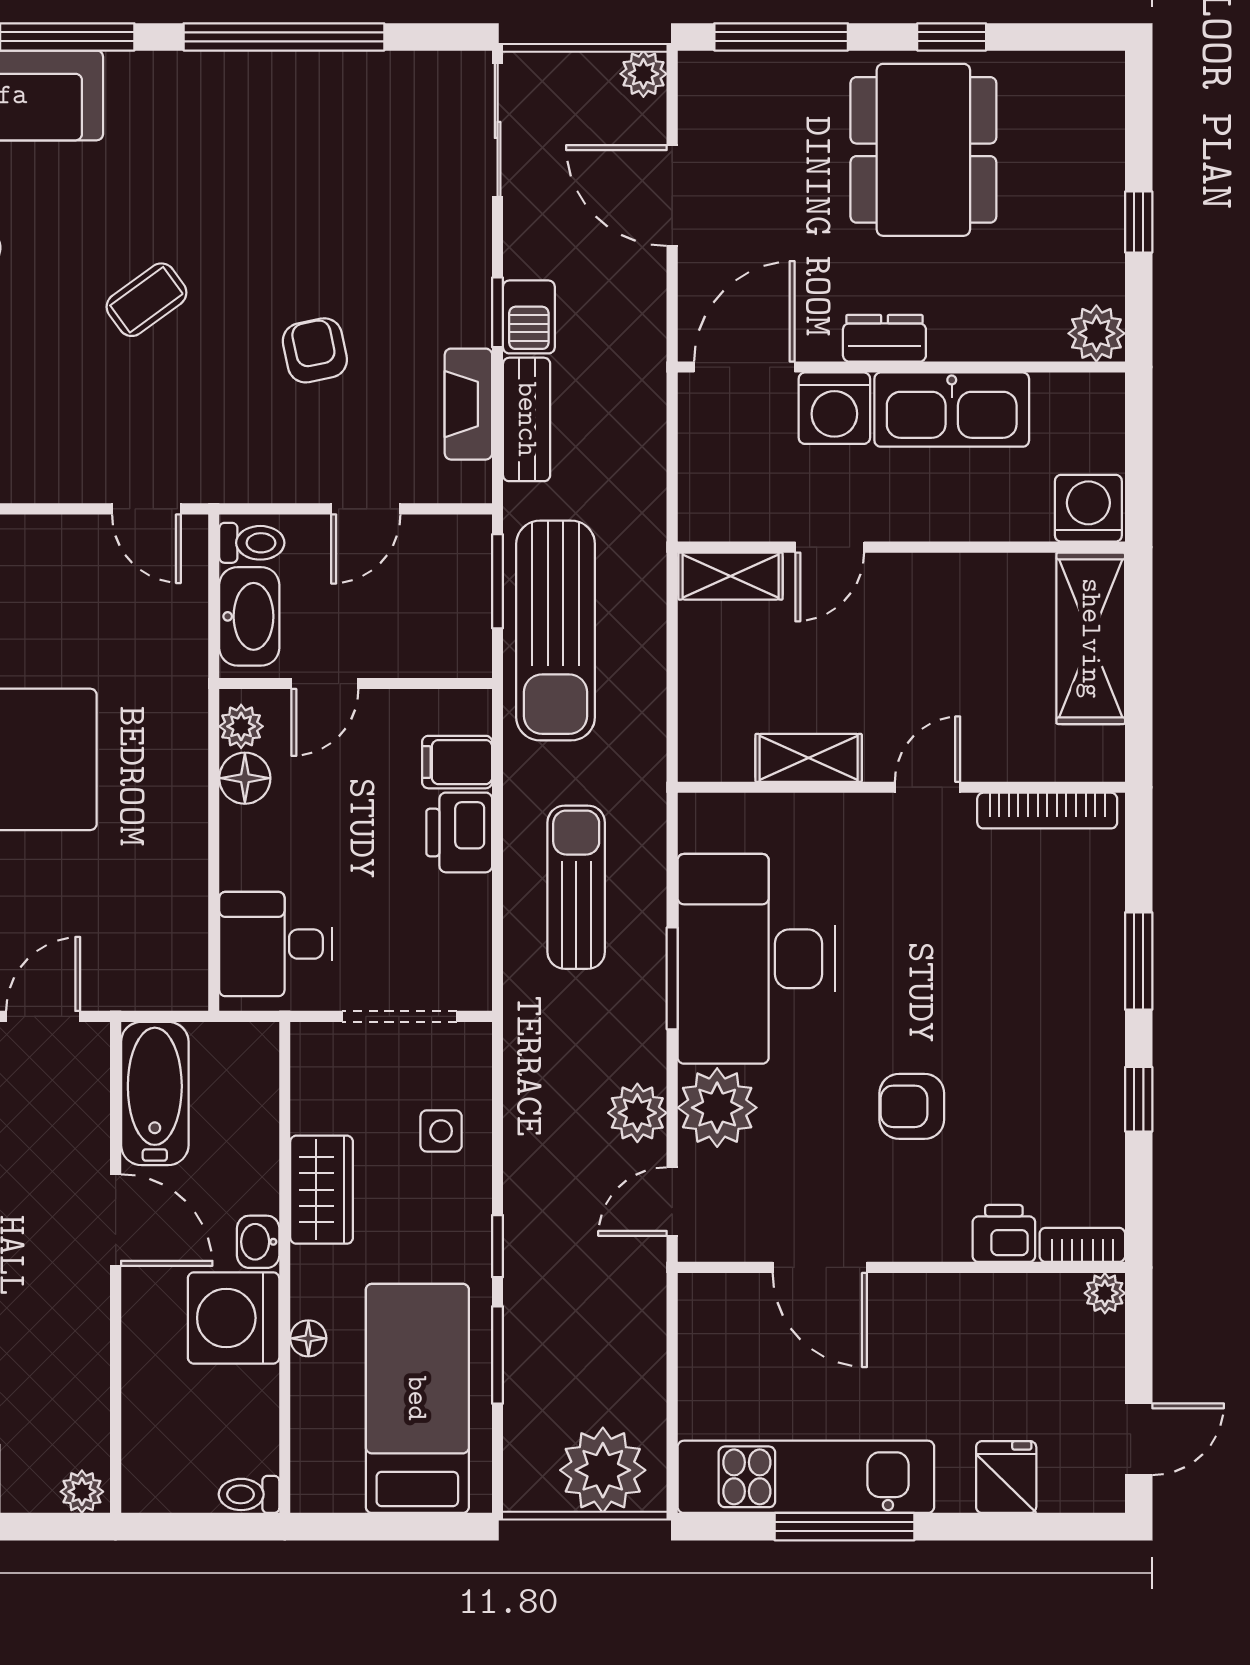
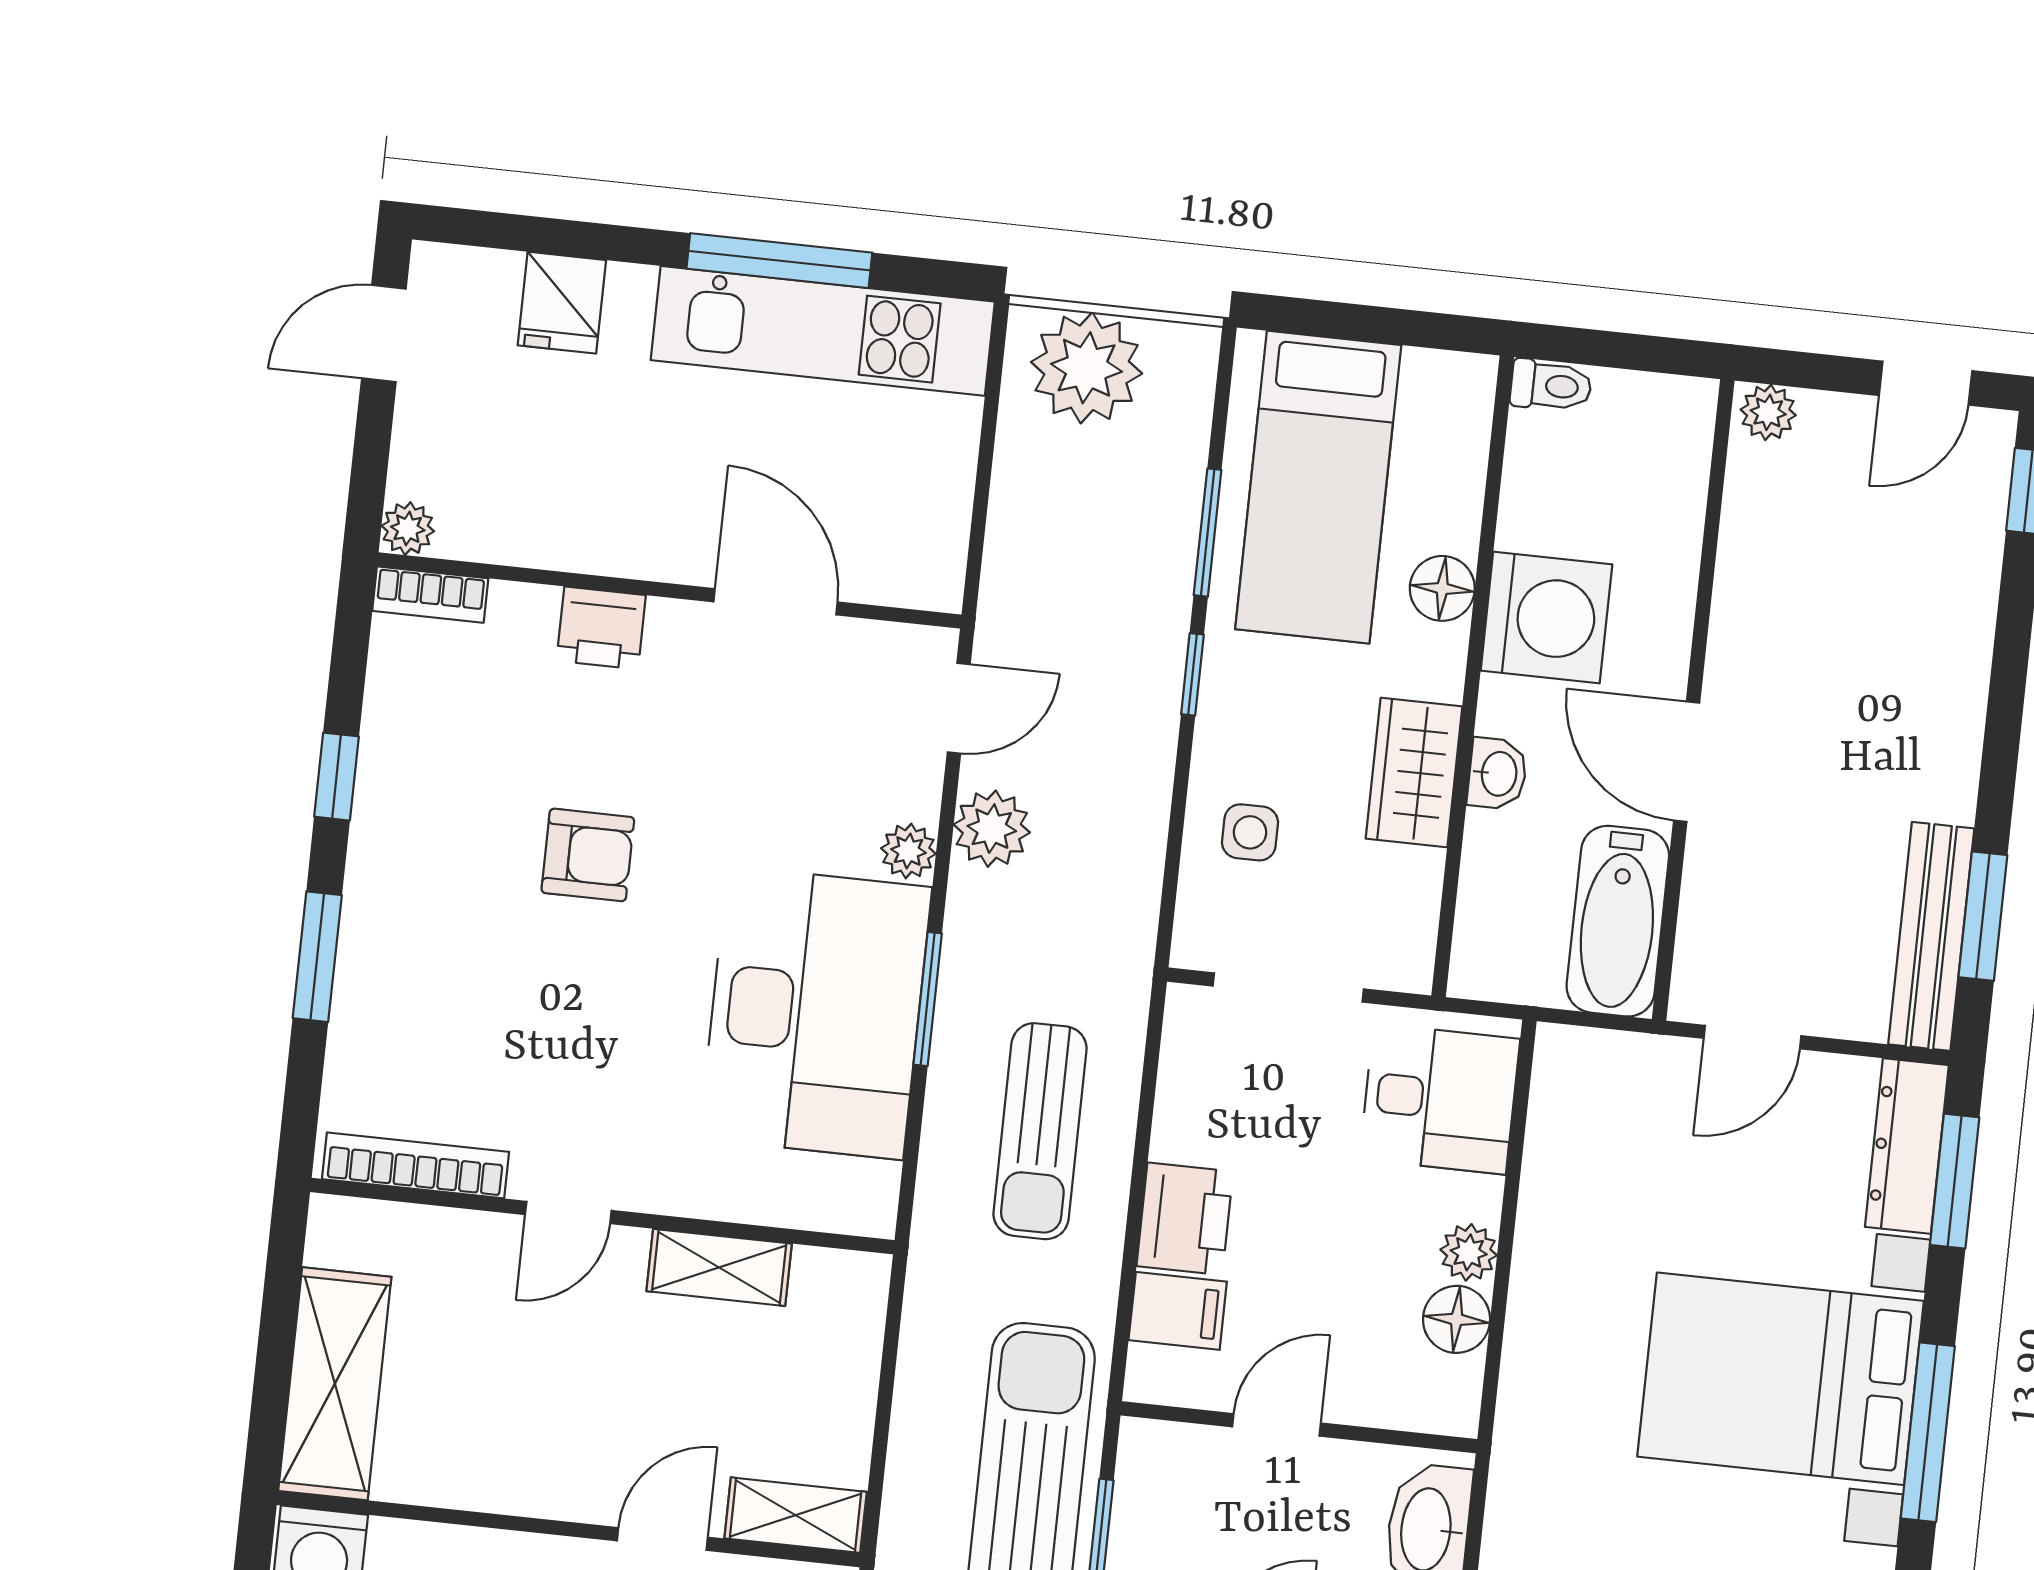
door: (325, 684) -> (1276, 1425), moved
plant: (241, 726) -> (1469, 1252), moved
armchair: (912, 1106) -> (588, 855), moved
plant: (717, 1108) -> (908, 851), width x0.53, depth x0.53
printer: (1004, 1233) -> (601, 628), moved
washbasin: (258, 1242) -> (1497, 774), moved
floor lamp: (308, 1338) -> (1442, 588), width x1.37, depth x1.37

